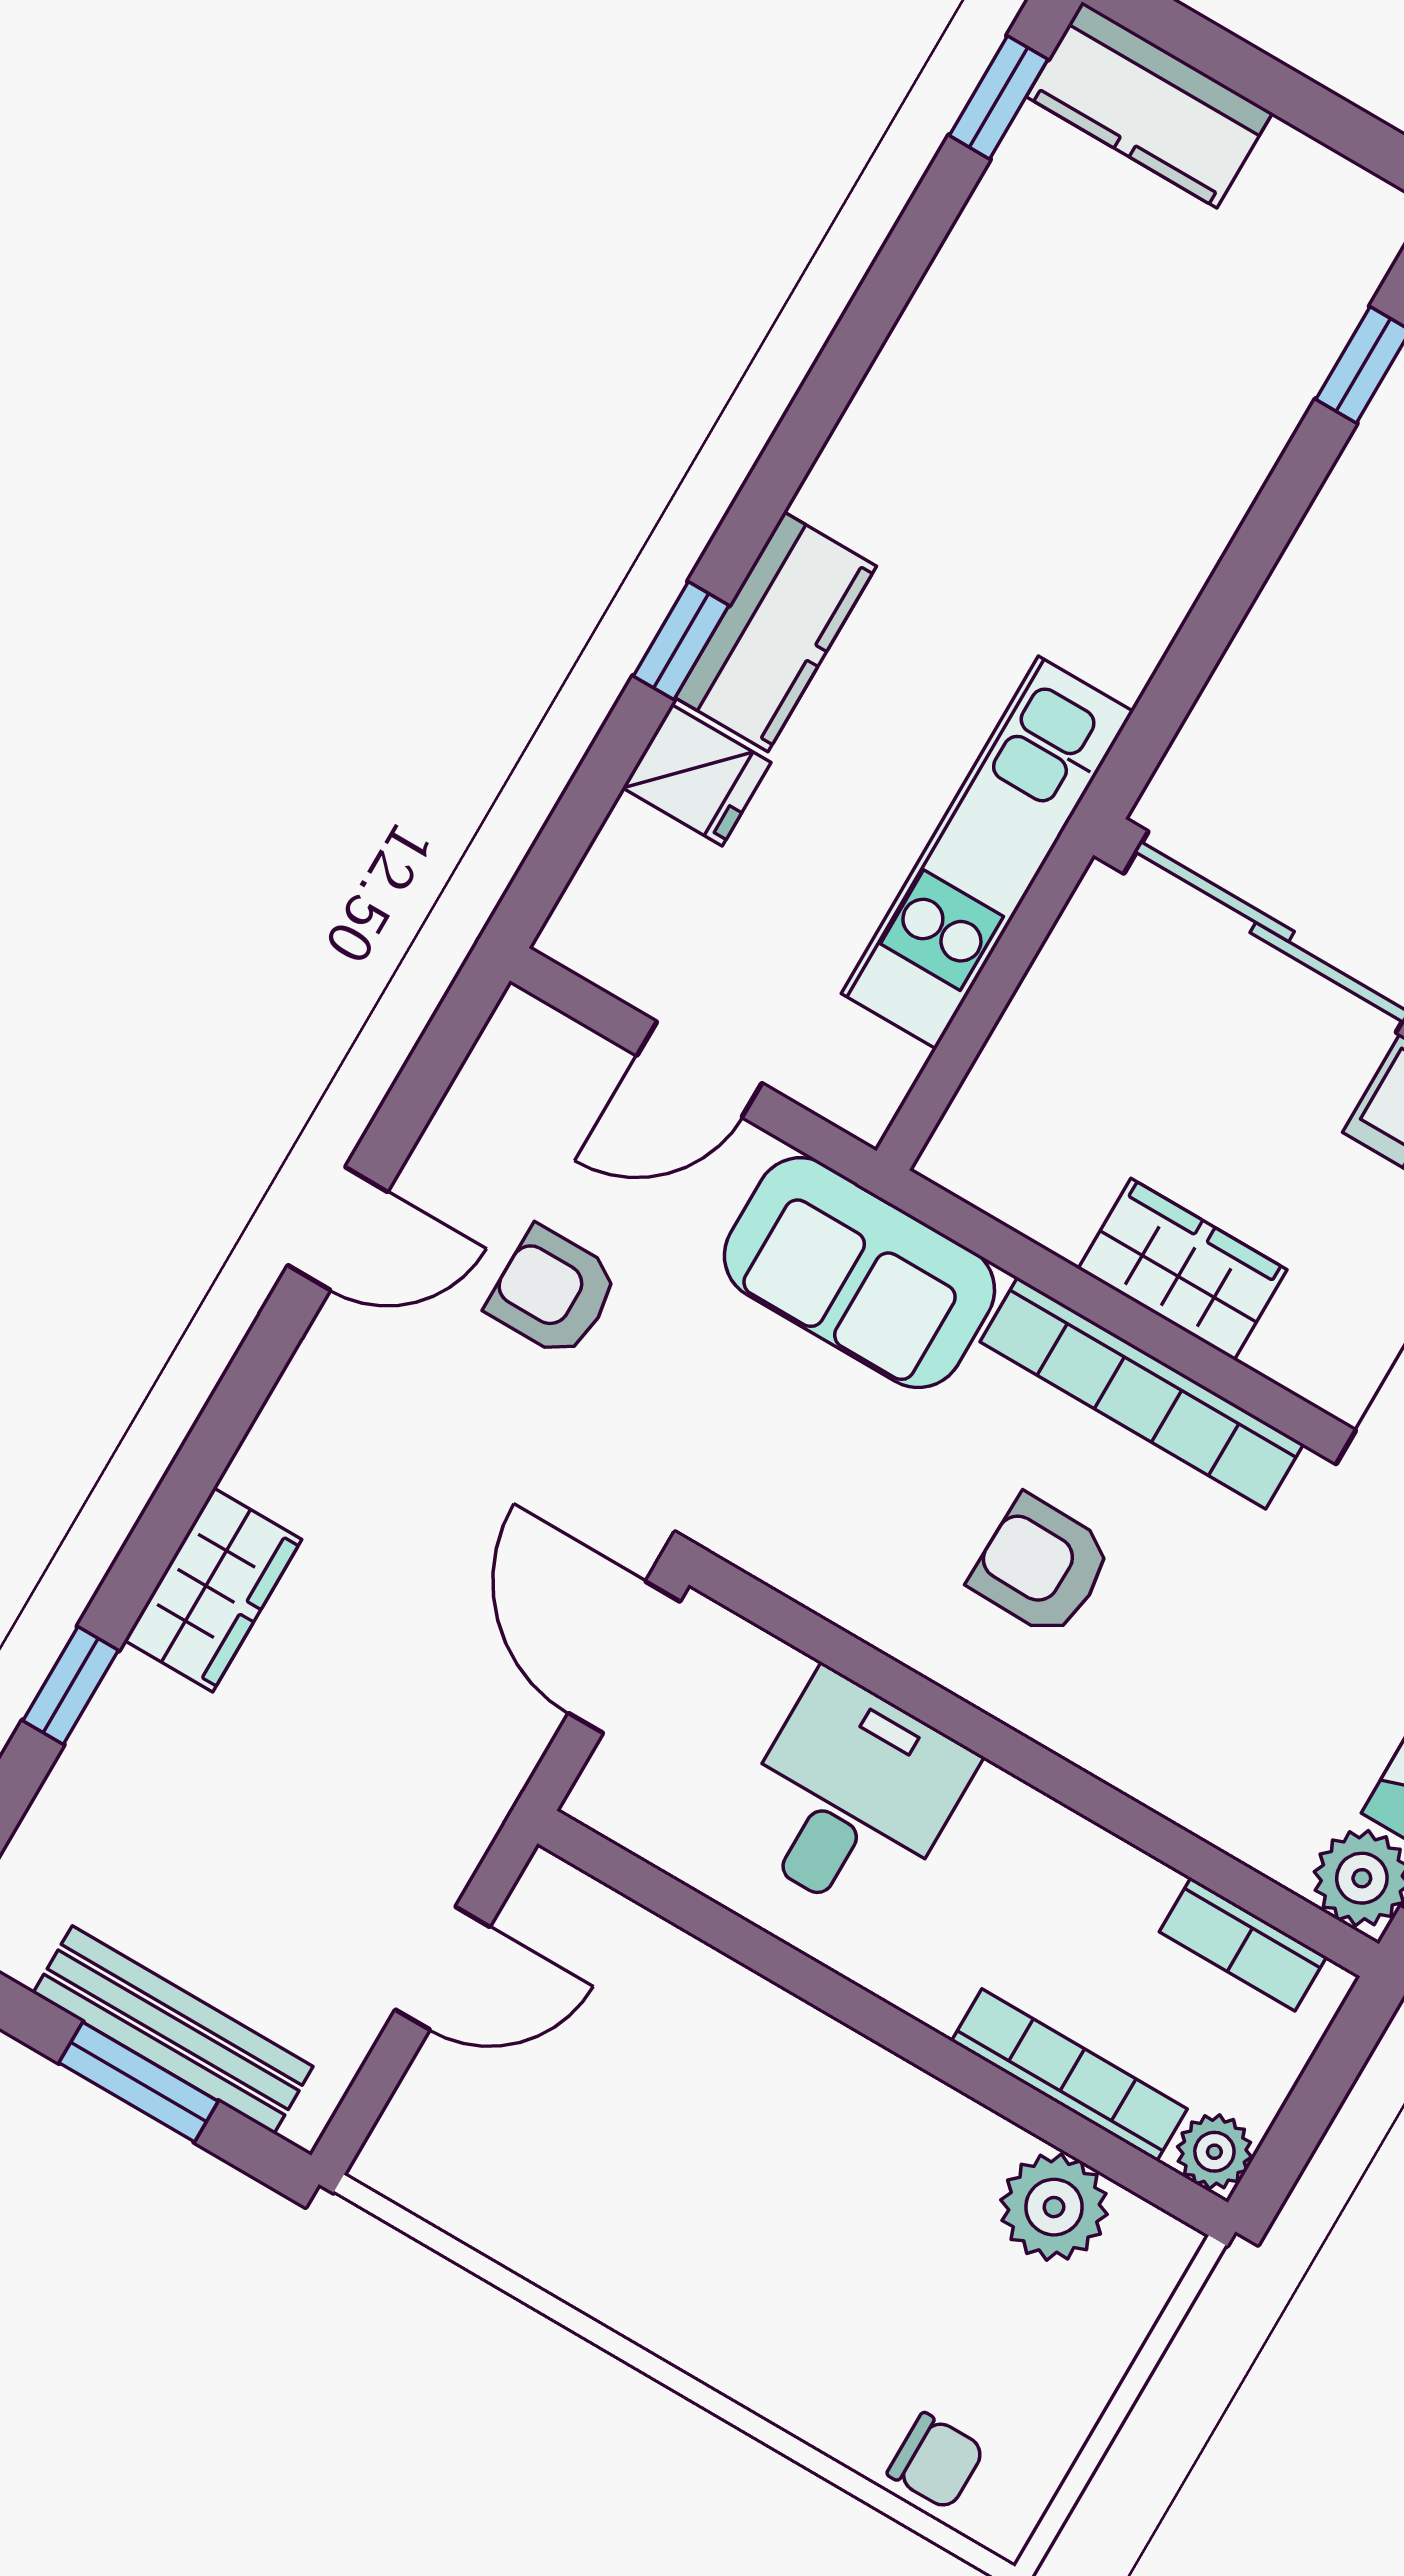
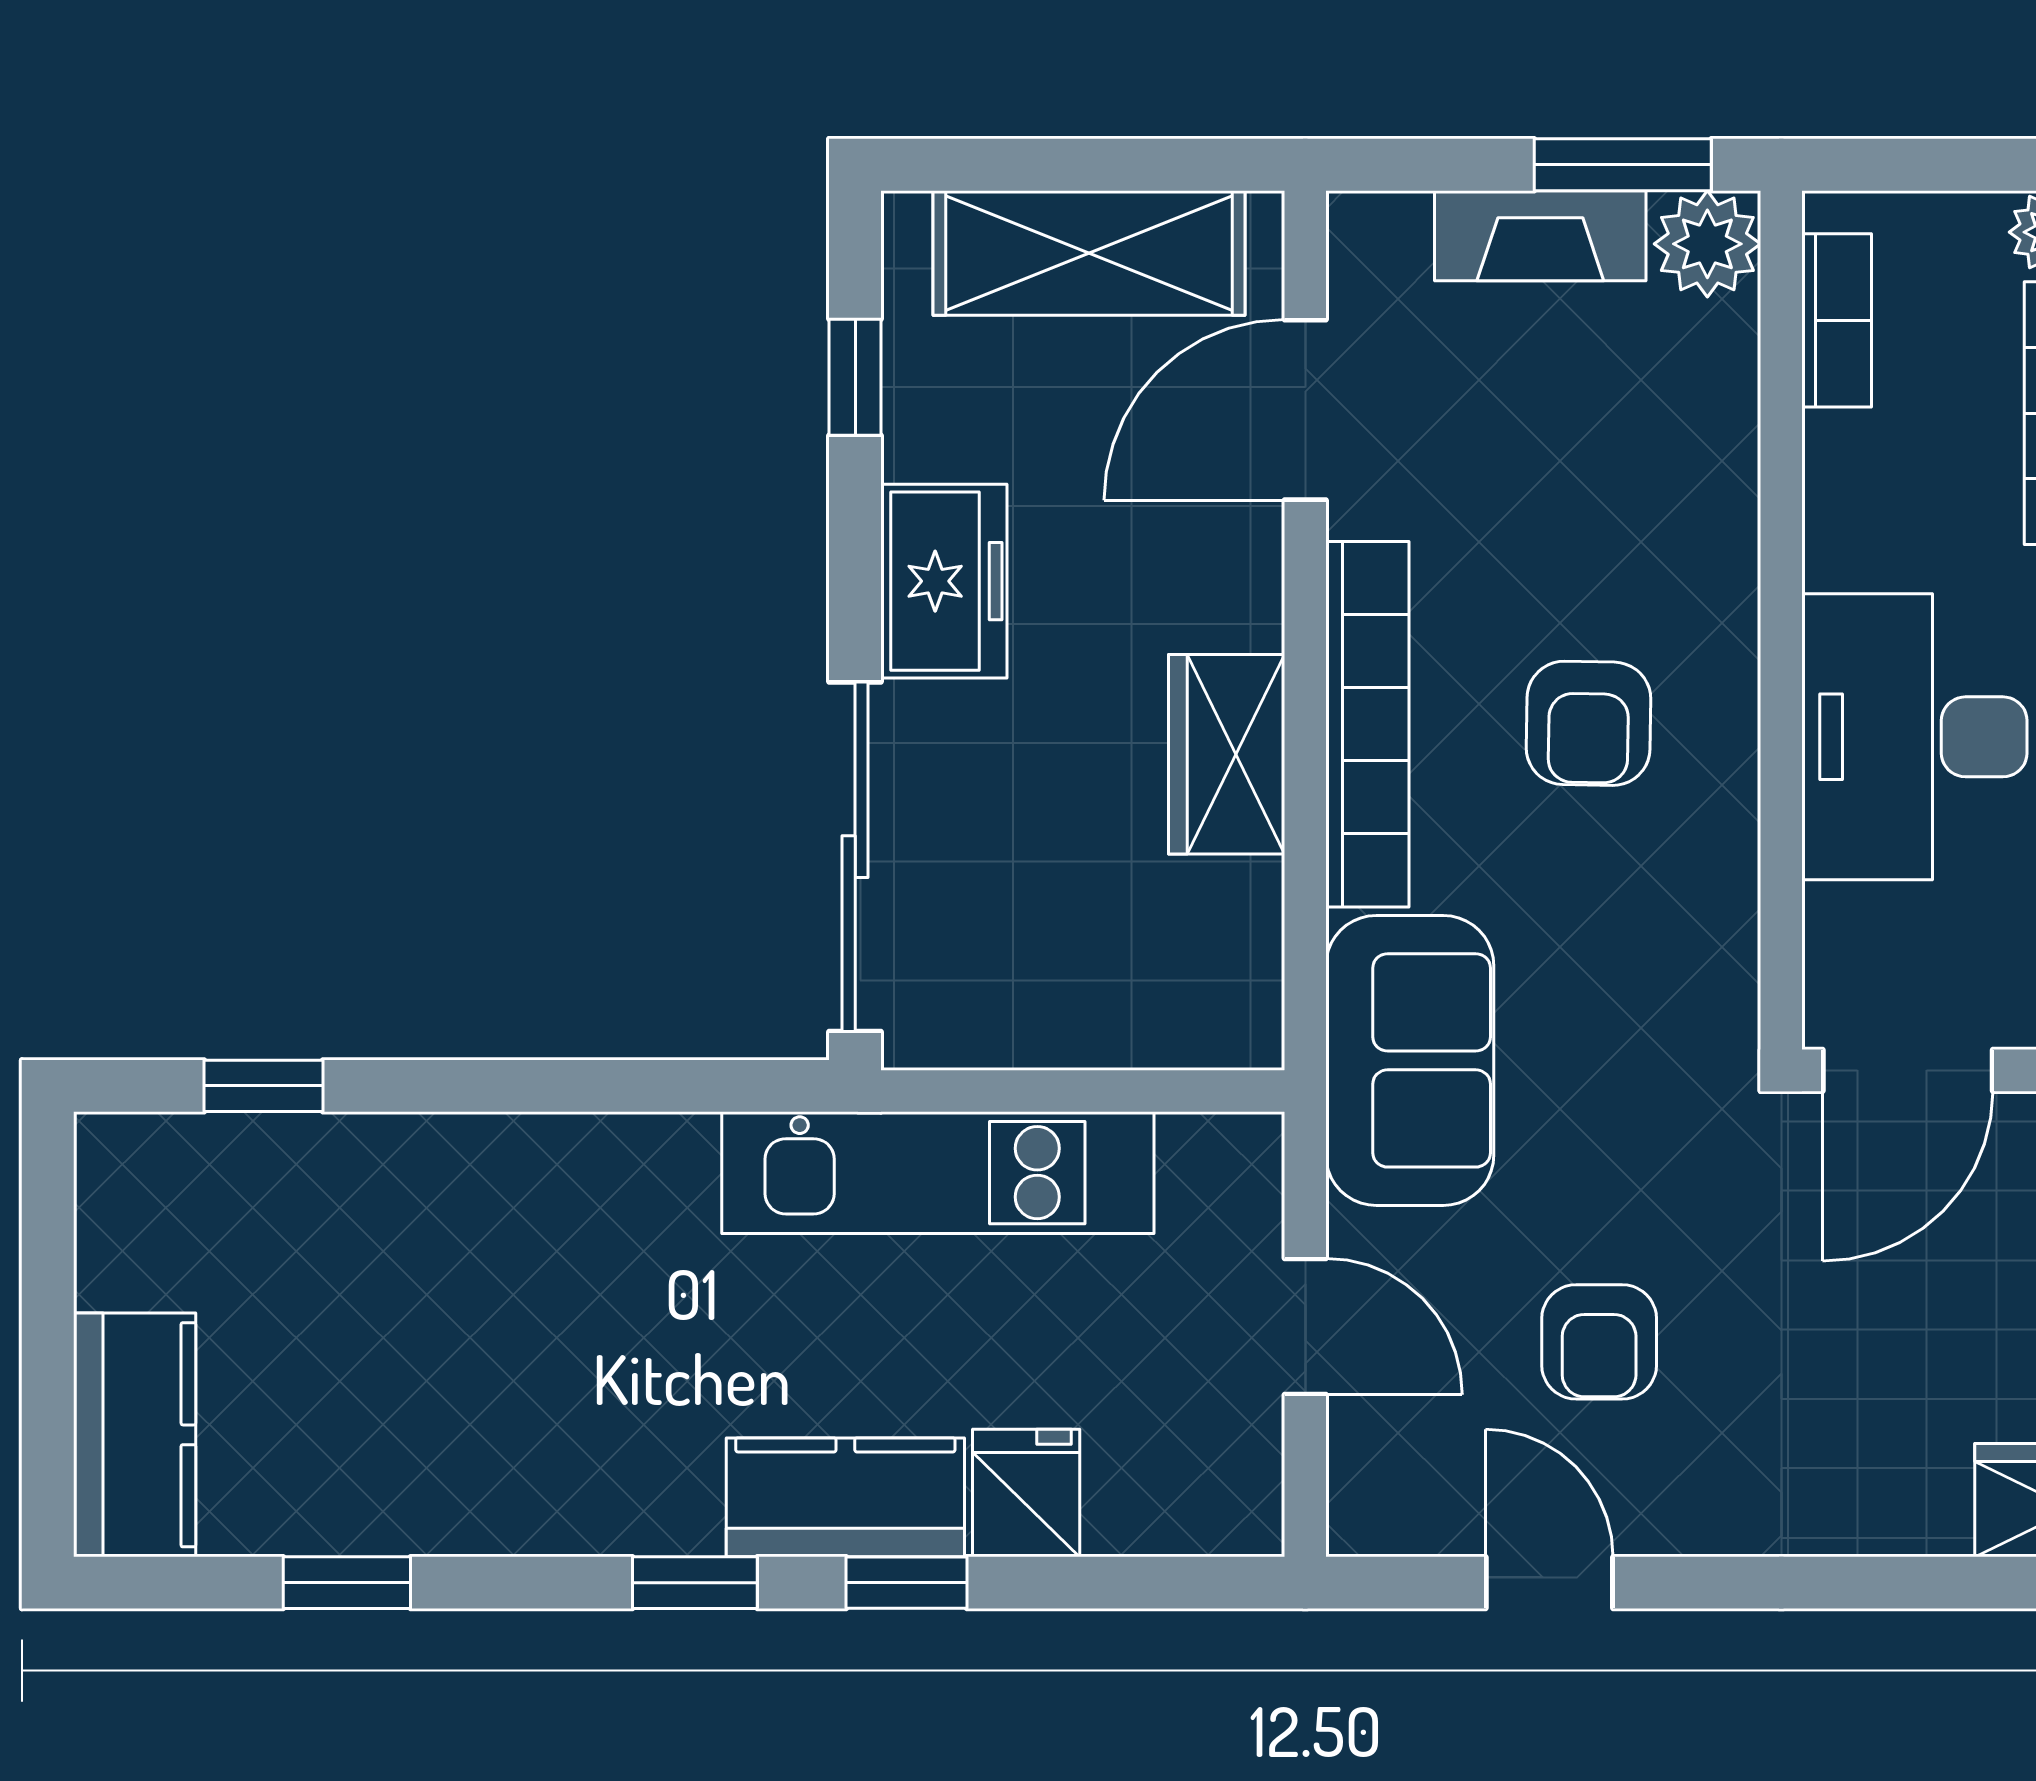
window: (999, 97) -> (347, 1583), moved
window: (778, 475) -> (695, 1583), added
door: (338, 1229) -> (1549, 1583), moved
desk: (852, 1797) -> (1914, 737), width x1.37

